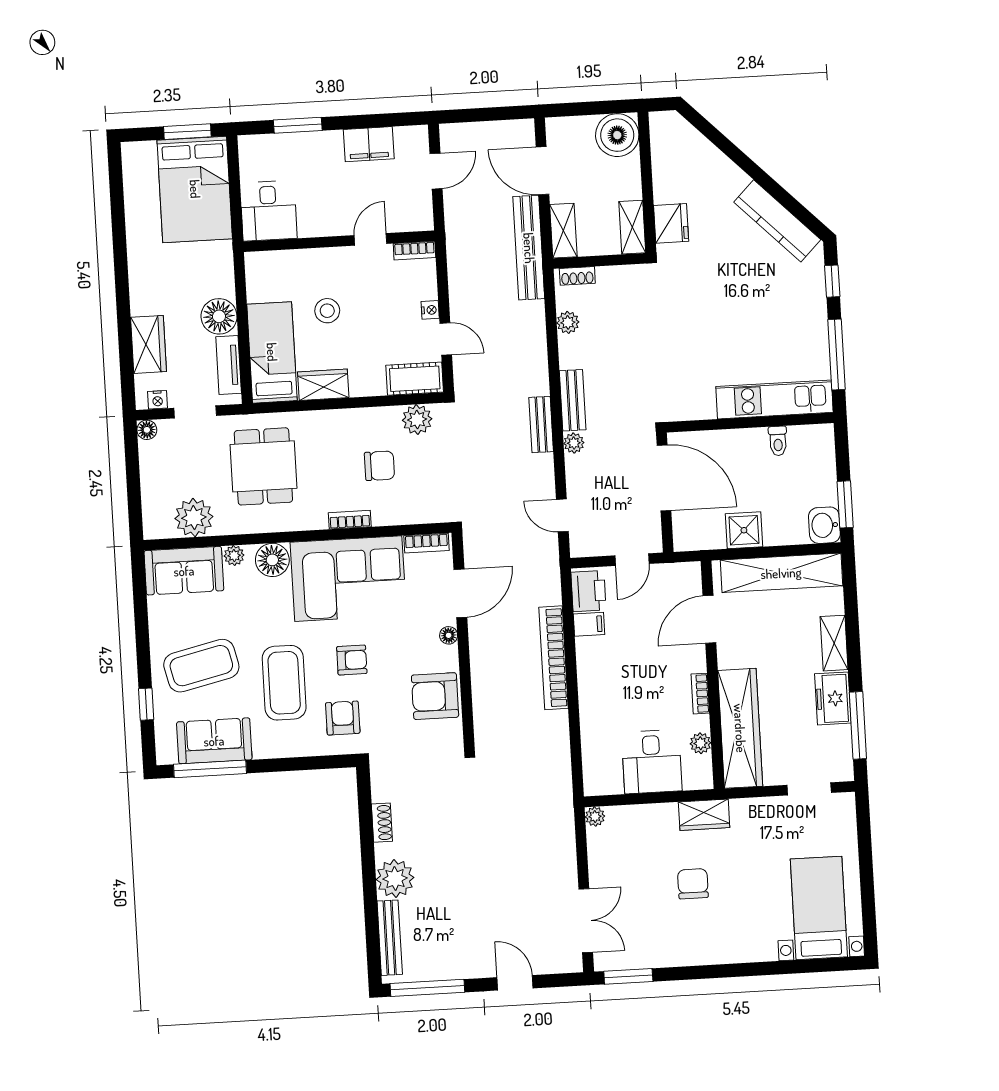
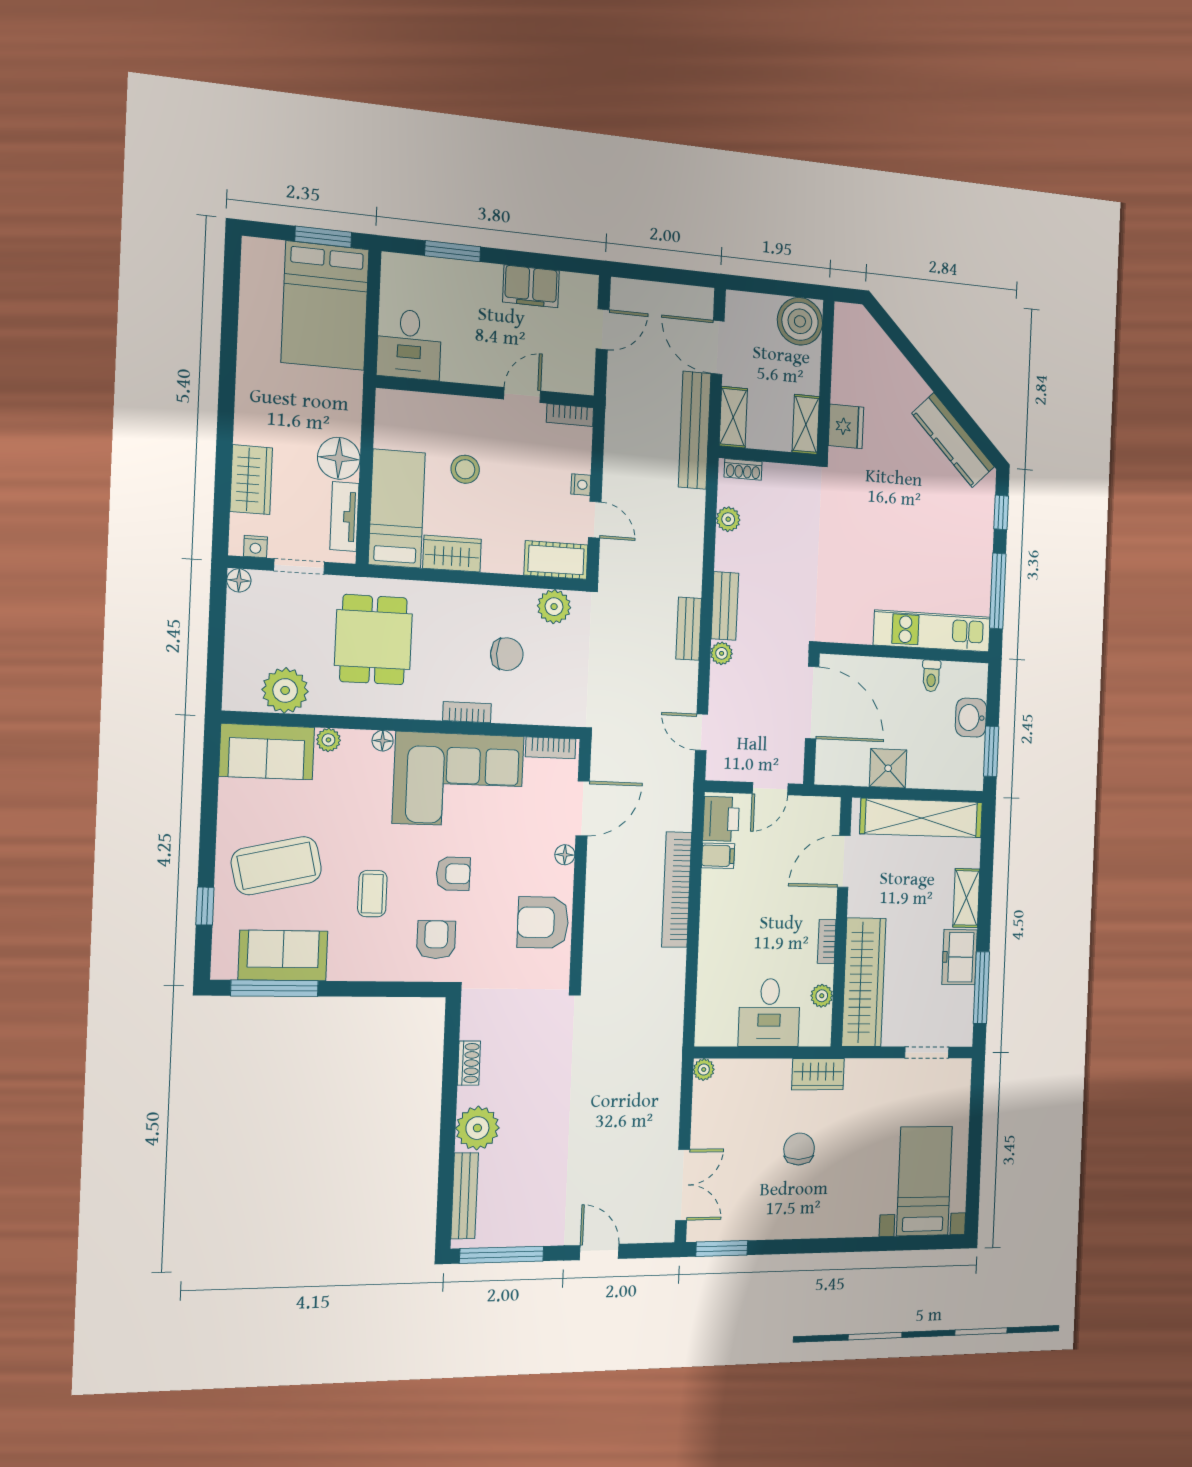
washbasin: (824, 525) -> (971, 718), moved
floor lamp: (272, 560) -> (383, 741), width x0.53, depth x0.53
coffee table: (284, 683) -> (372, 894), width x0.54, depth x0.58

